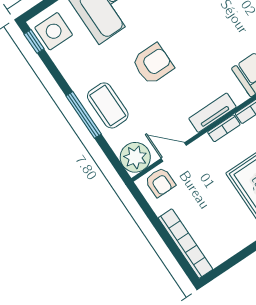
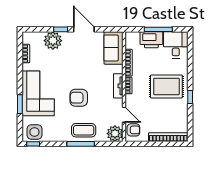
armchair: (153, 64) -> (79, 98), turned -90
door: (174, 152) -> (124, 115), swing flipped

